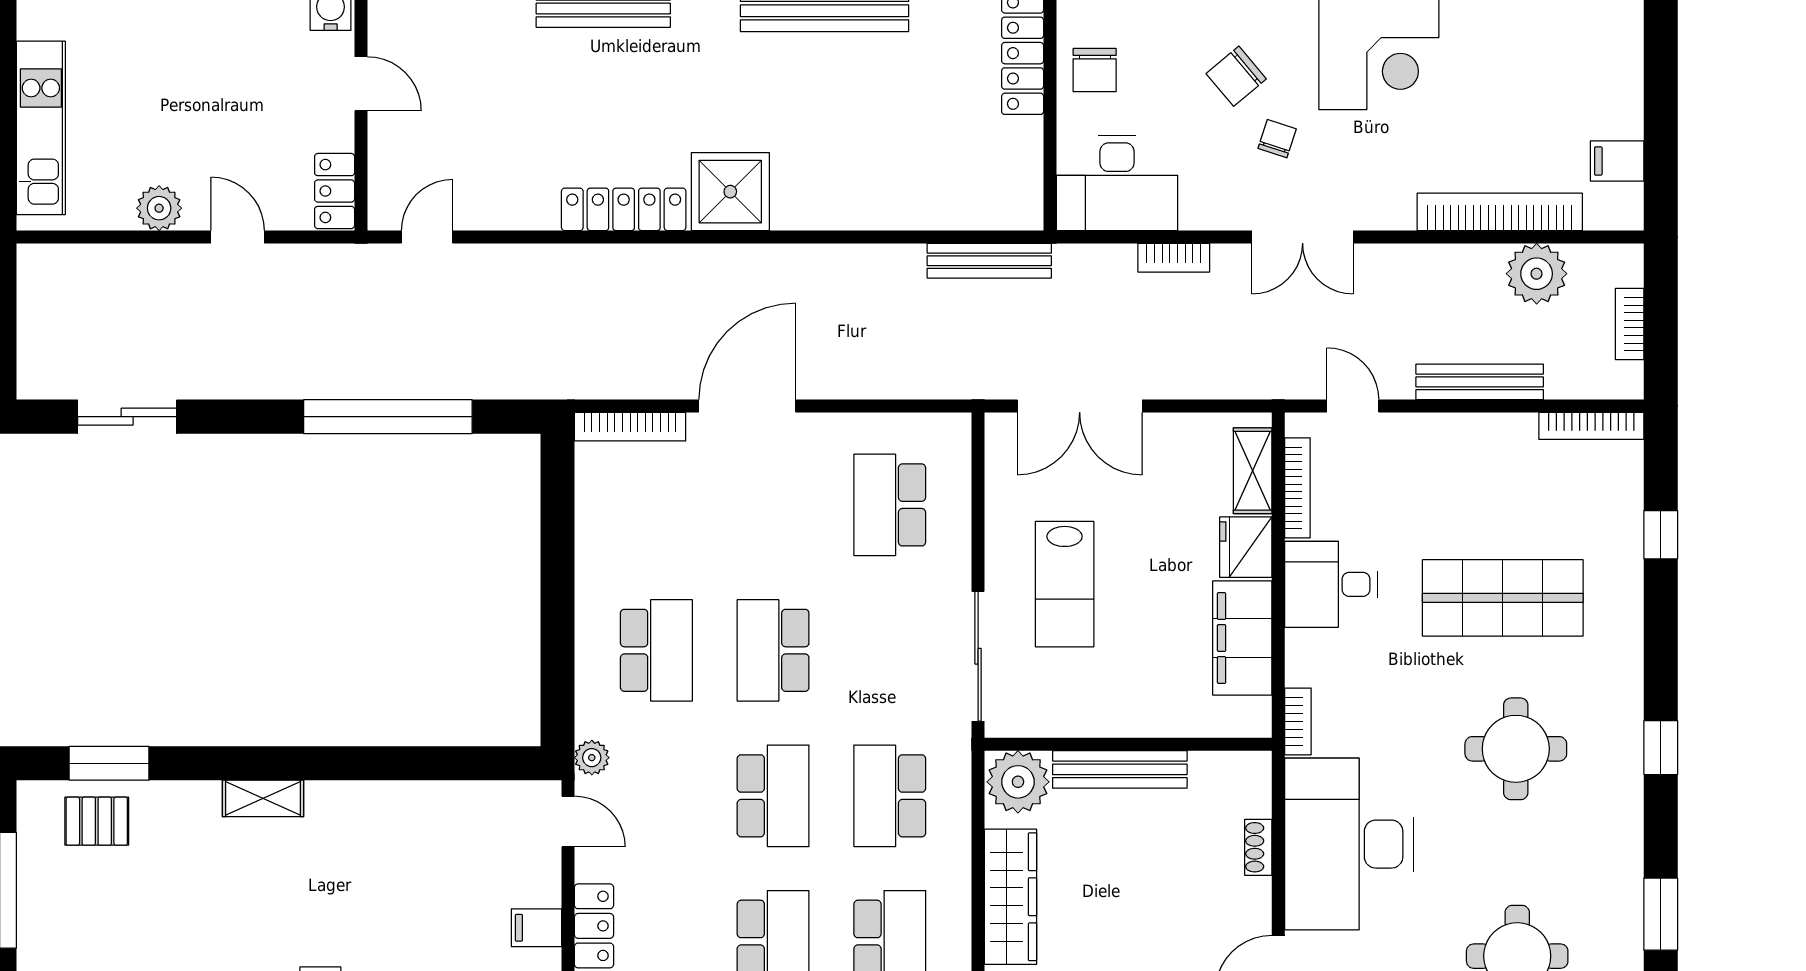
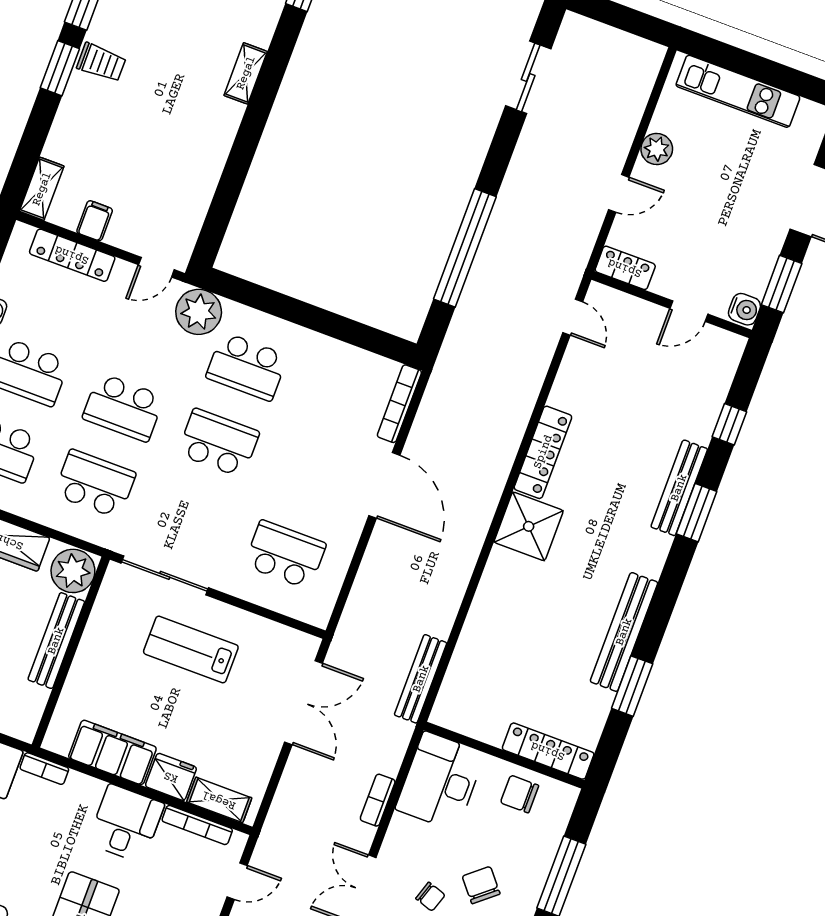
double door: (1080, 406) -> (304, 703), swing flipped
plant: (592, 758) -> (199, 312), width x1.87, depth x1.87

